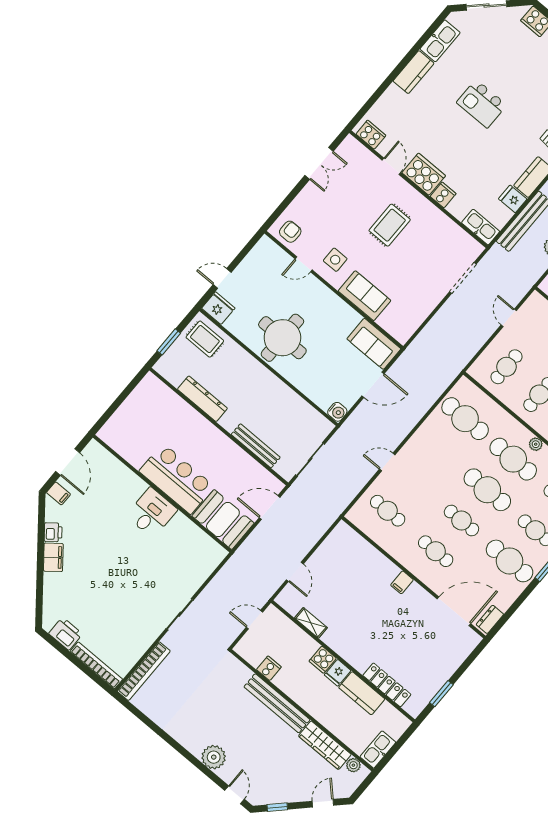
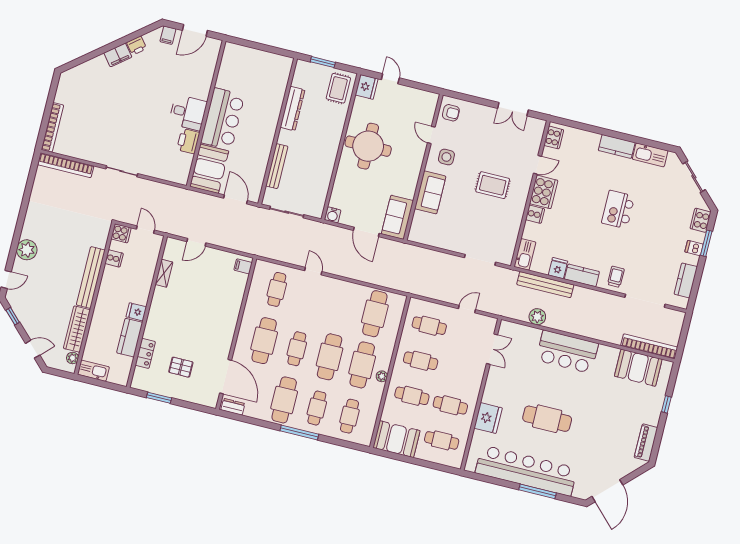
cafe table: (436, 551) -> (264, 341), width x1.37, depth x1.35
filing cabinet: (402, 582) -> (243, 266), moved
printer: (66, 634) -> (188, 141), moved, turned 180
pallet: (420, 654) -> (181, 367), added
cooker: (323, 660) -> (121, 233), moved, turned 180
locker: (387, 685) -> (145, 353), width x0.66

